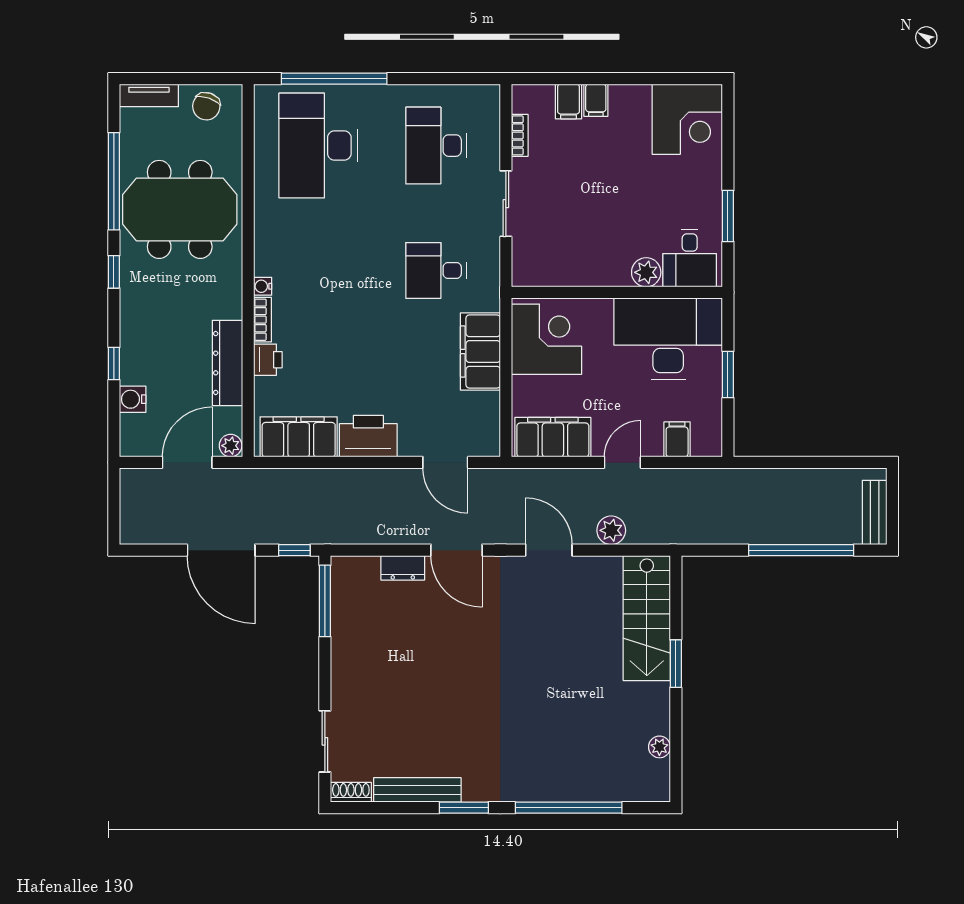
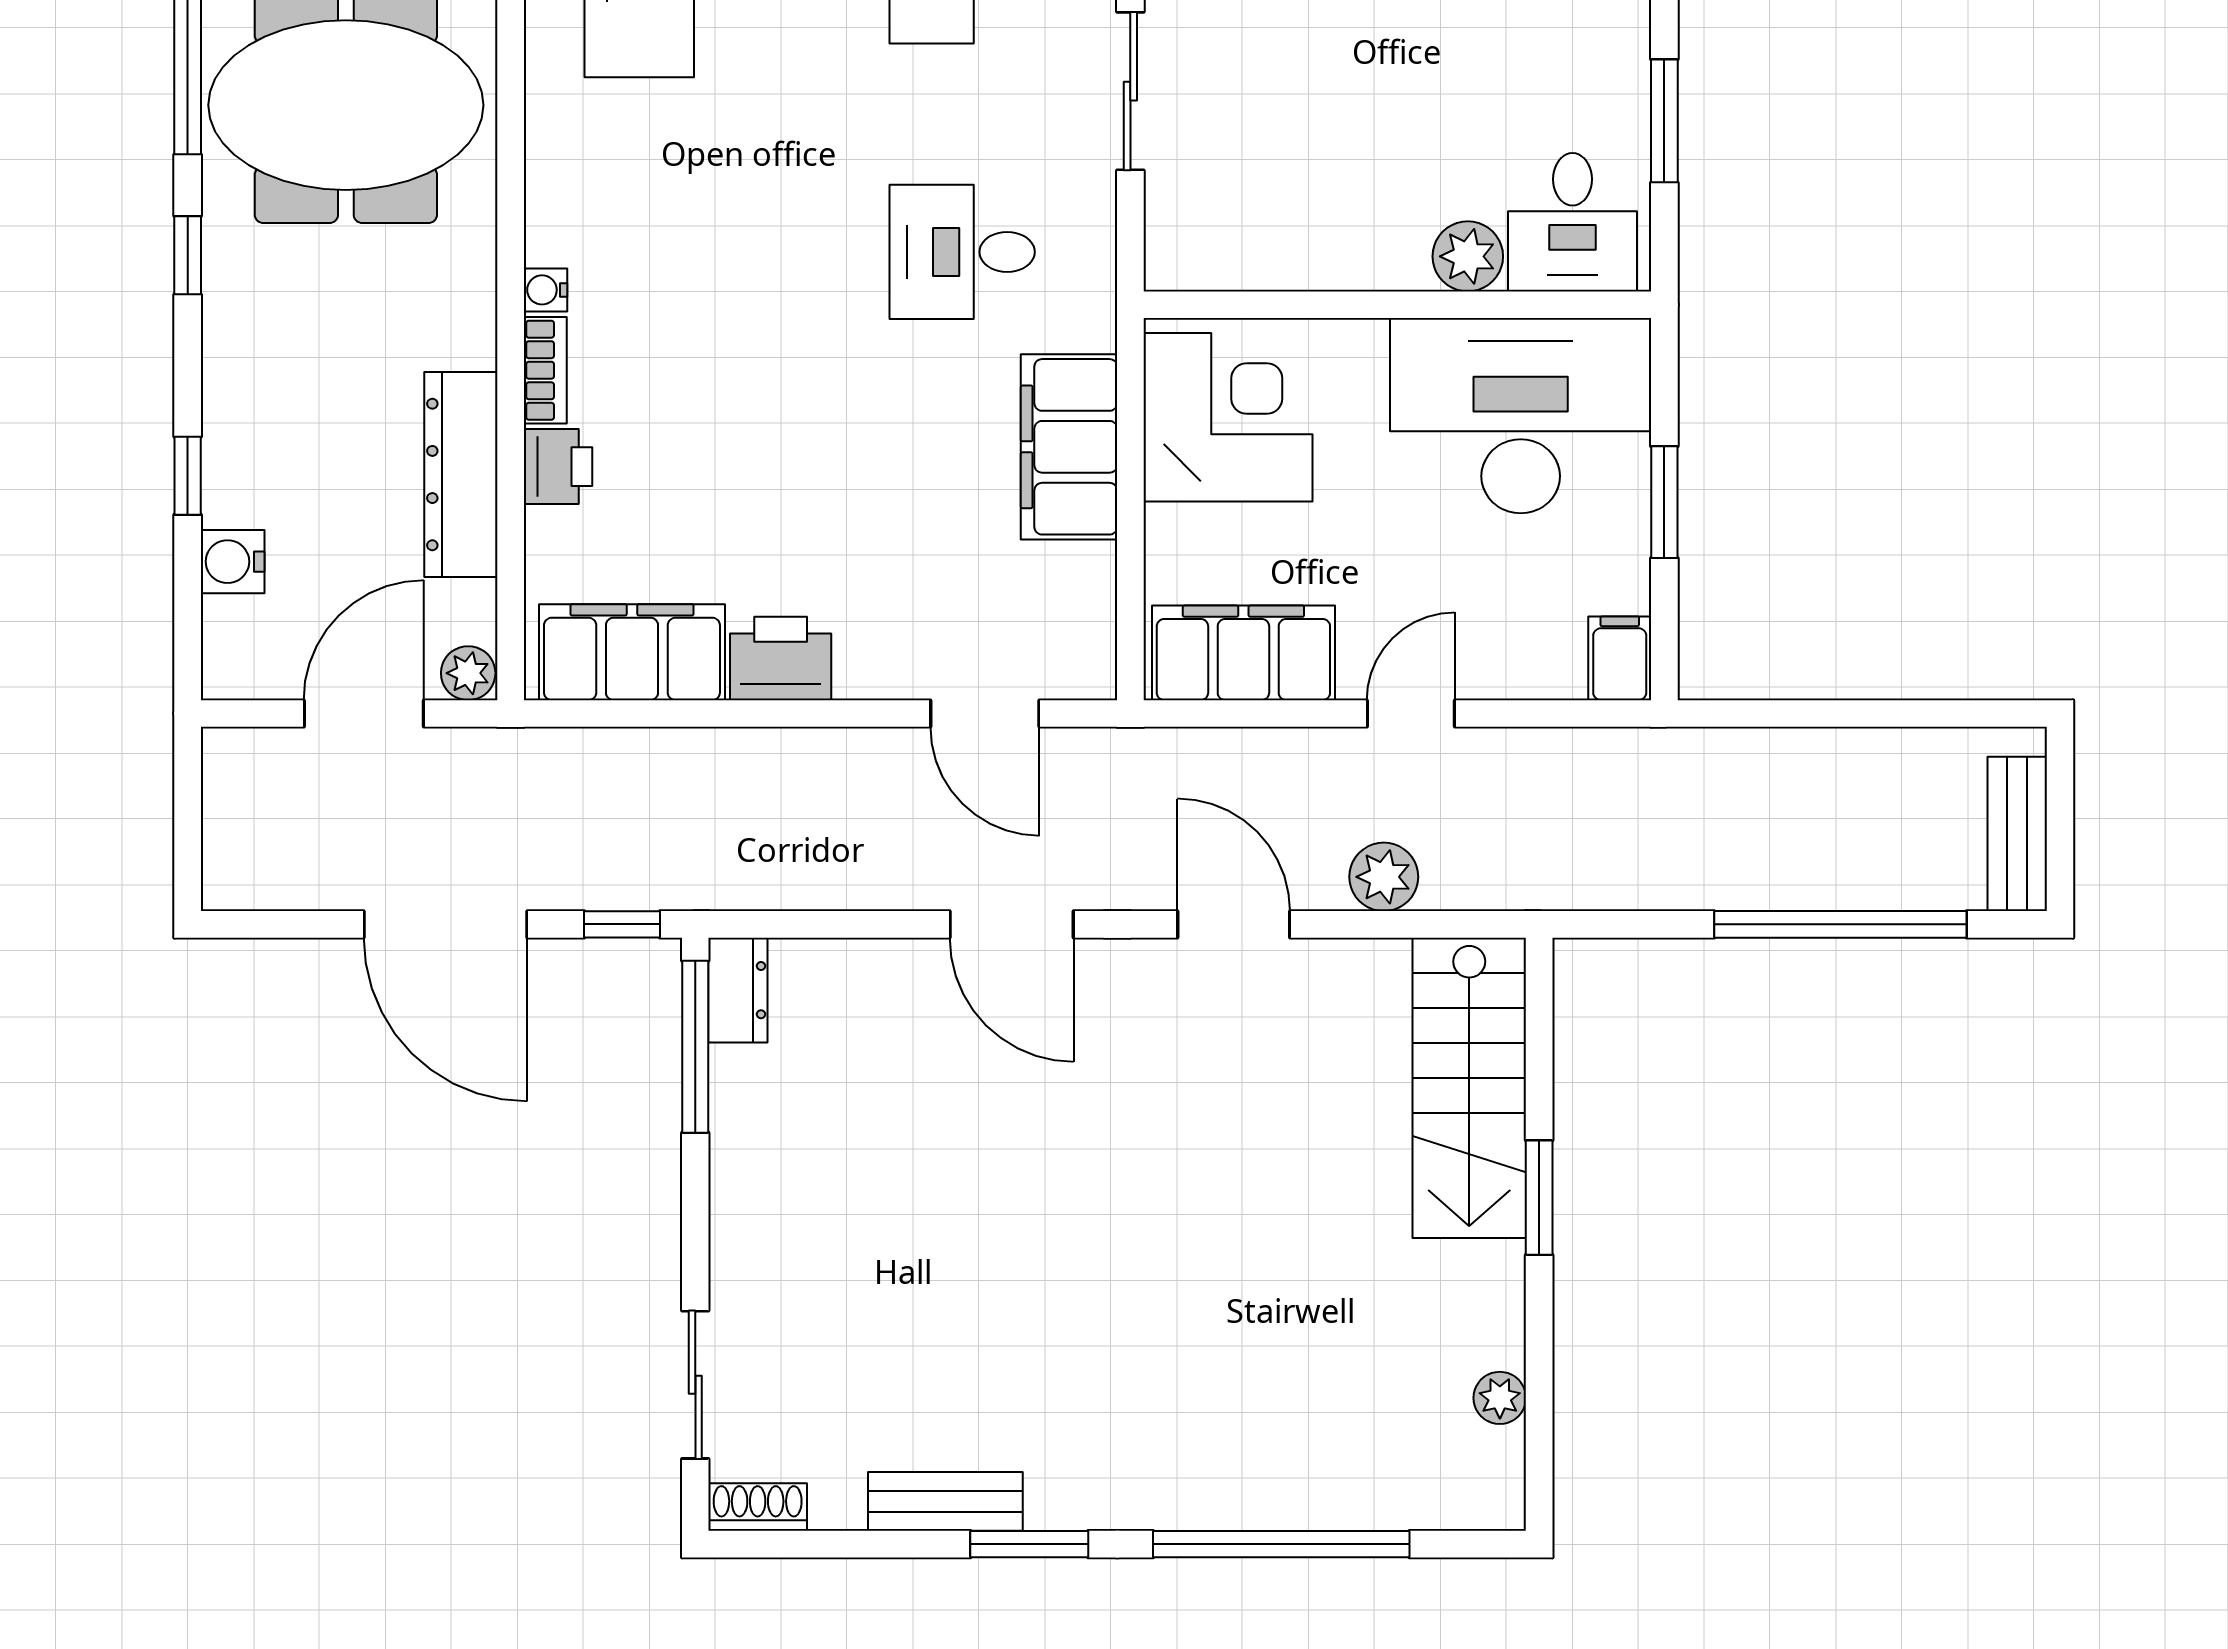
printer: (368, 436) -> (781, 658), width x0.73, depth x0.84
filing cabinet: (677, 439) -> (1620, 658), moved
dresser: (403, 568) -> (738, 990), moved, turned -90
bench: (417, 790) -> (945, 1501), width x0.73

